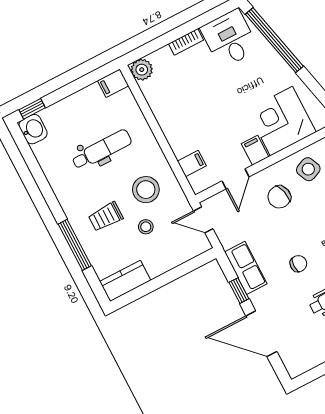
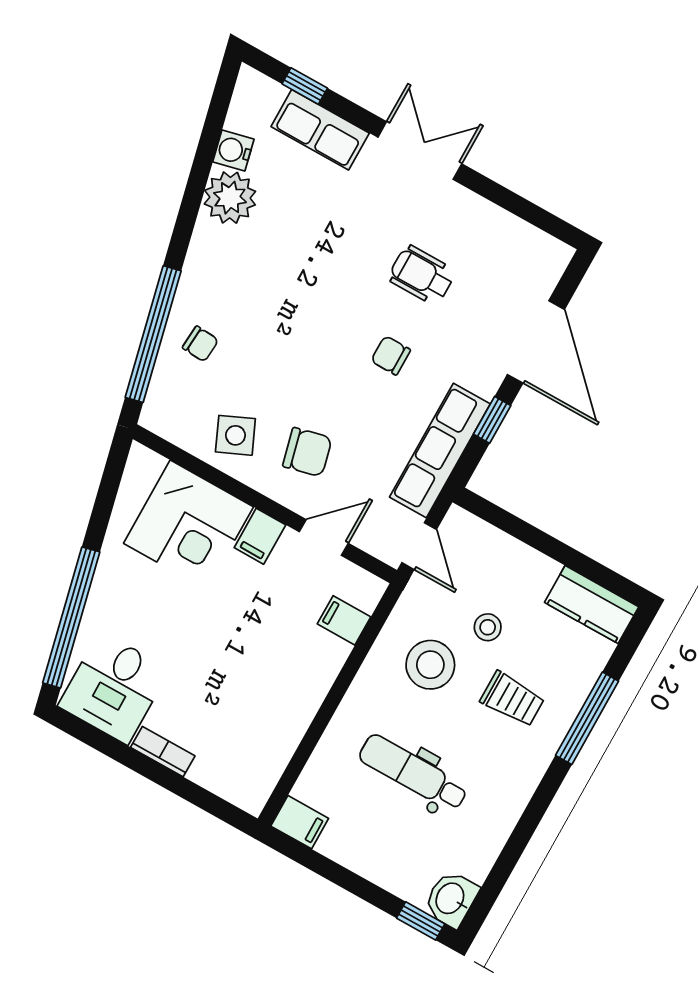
plant: (142, 70) -> (250, 792), removed
row of seats: (246, 268) -> (440, 451), width x1.48

